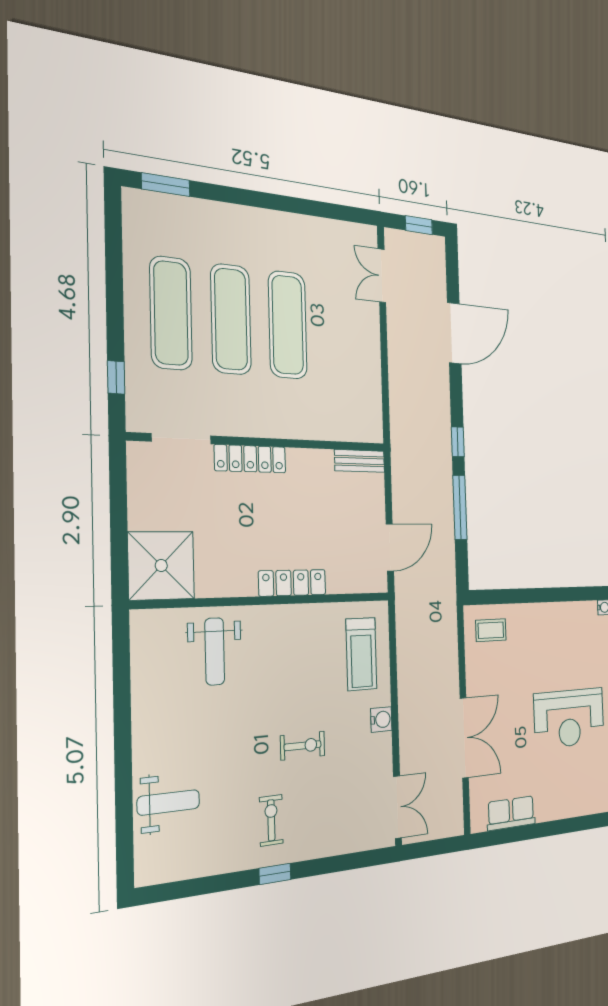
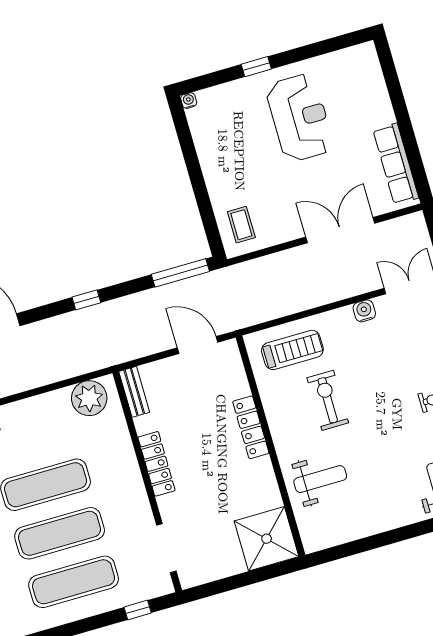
plant: (365, 409) -> (89, 398), added
locker: (250, 459) -> (156, 464), moved
window: (460, 507) -> (180, 273), moved
water cooler: (381, 719) -> (364, 311), moved
exercise bike: (303, 746) -> (328, 400), moved, width x1.38, depth x1.39
row of seats: (511, 813) -> (396, 164), width x1.48

